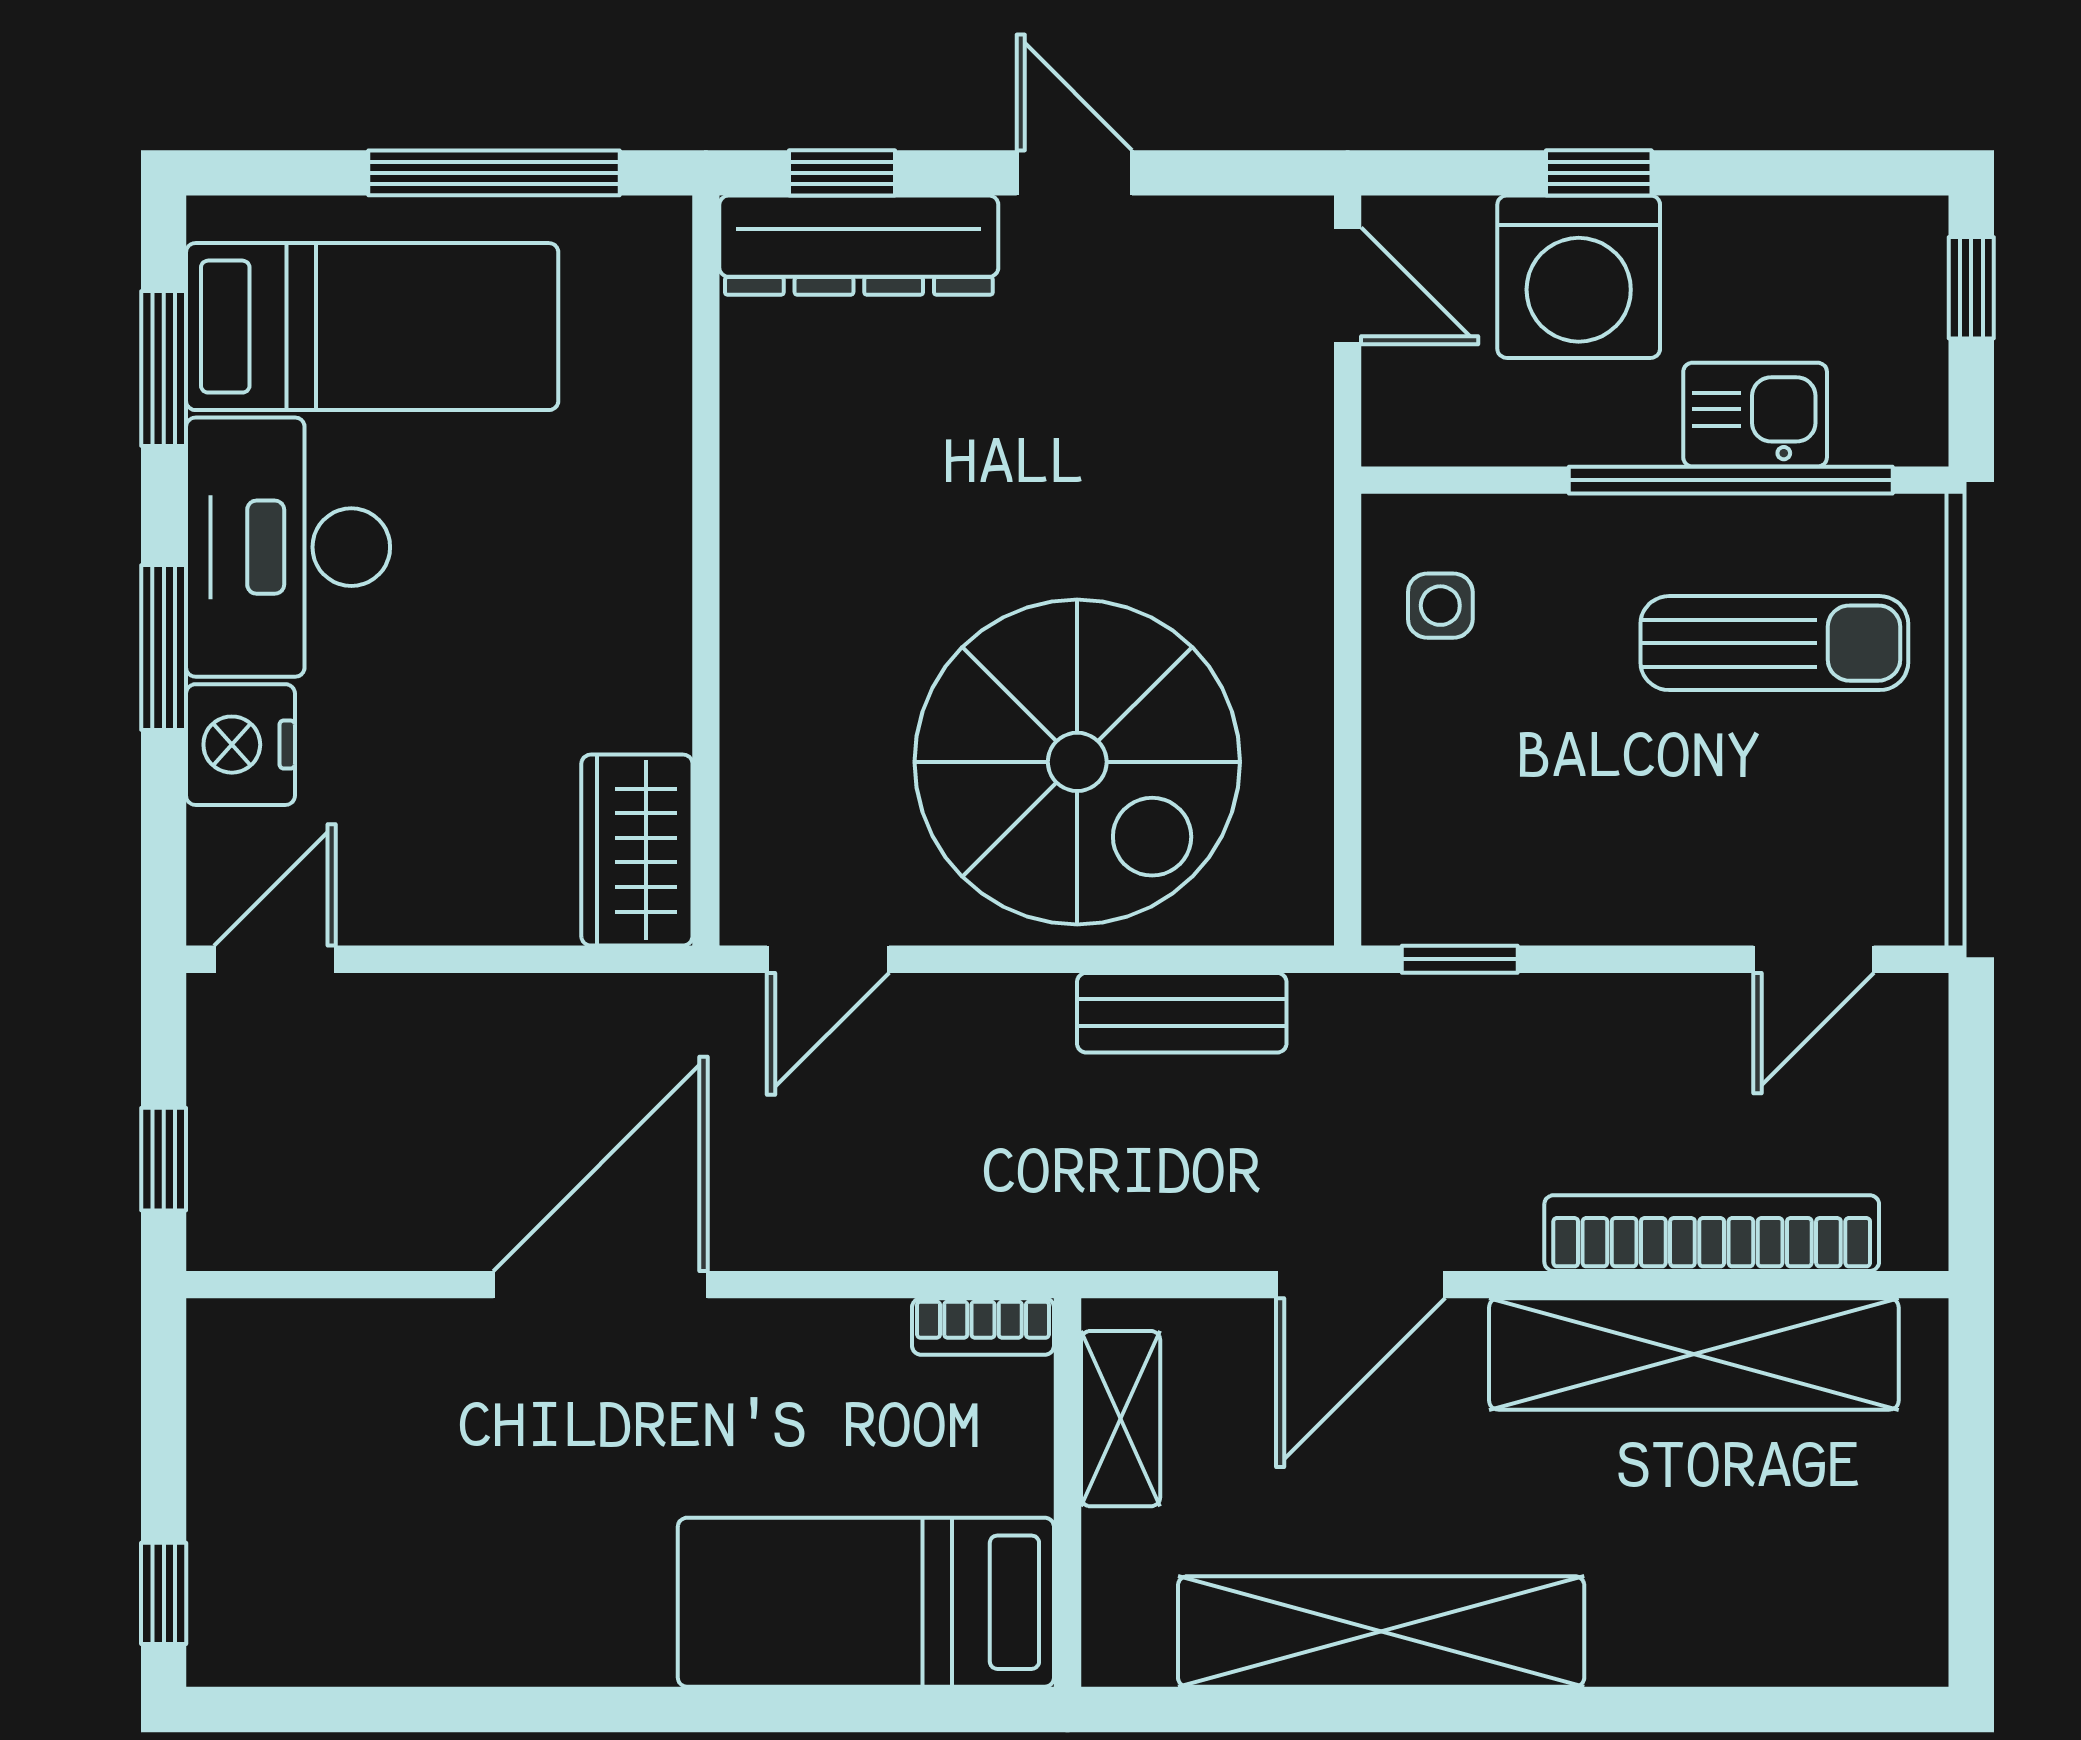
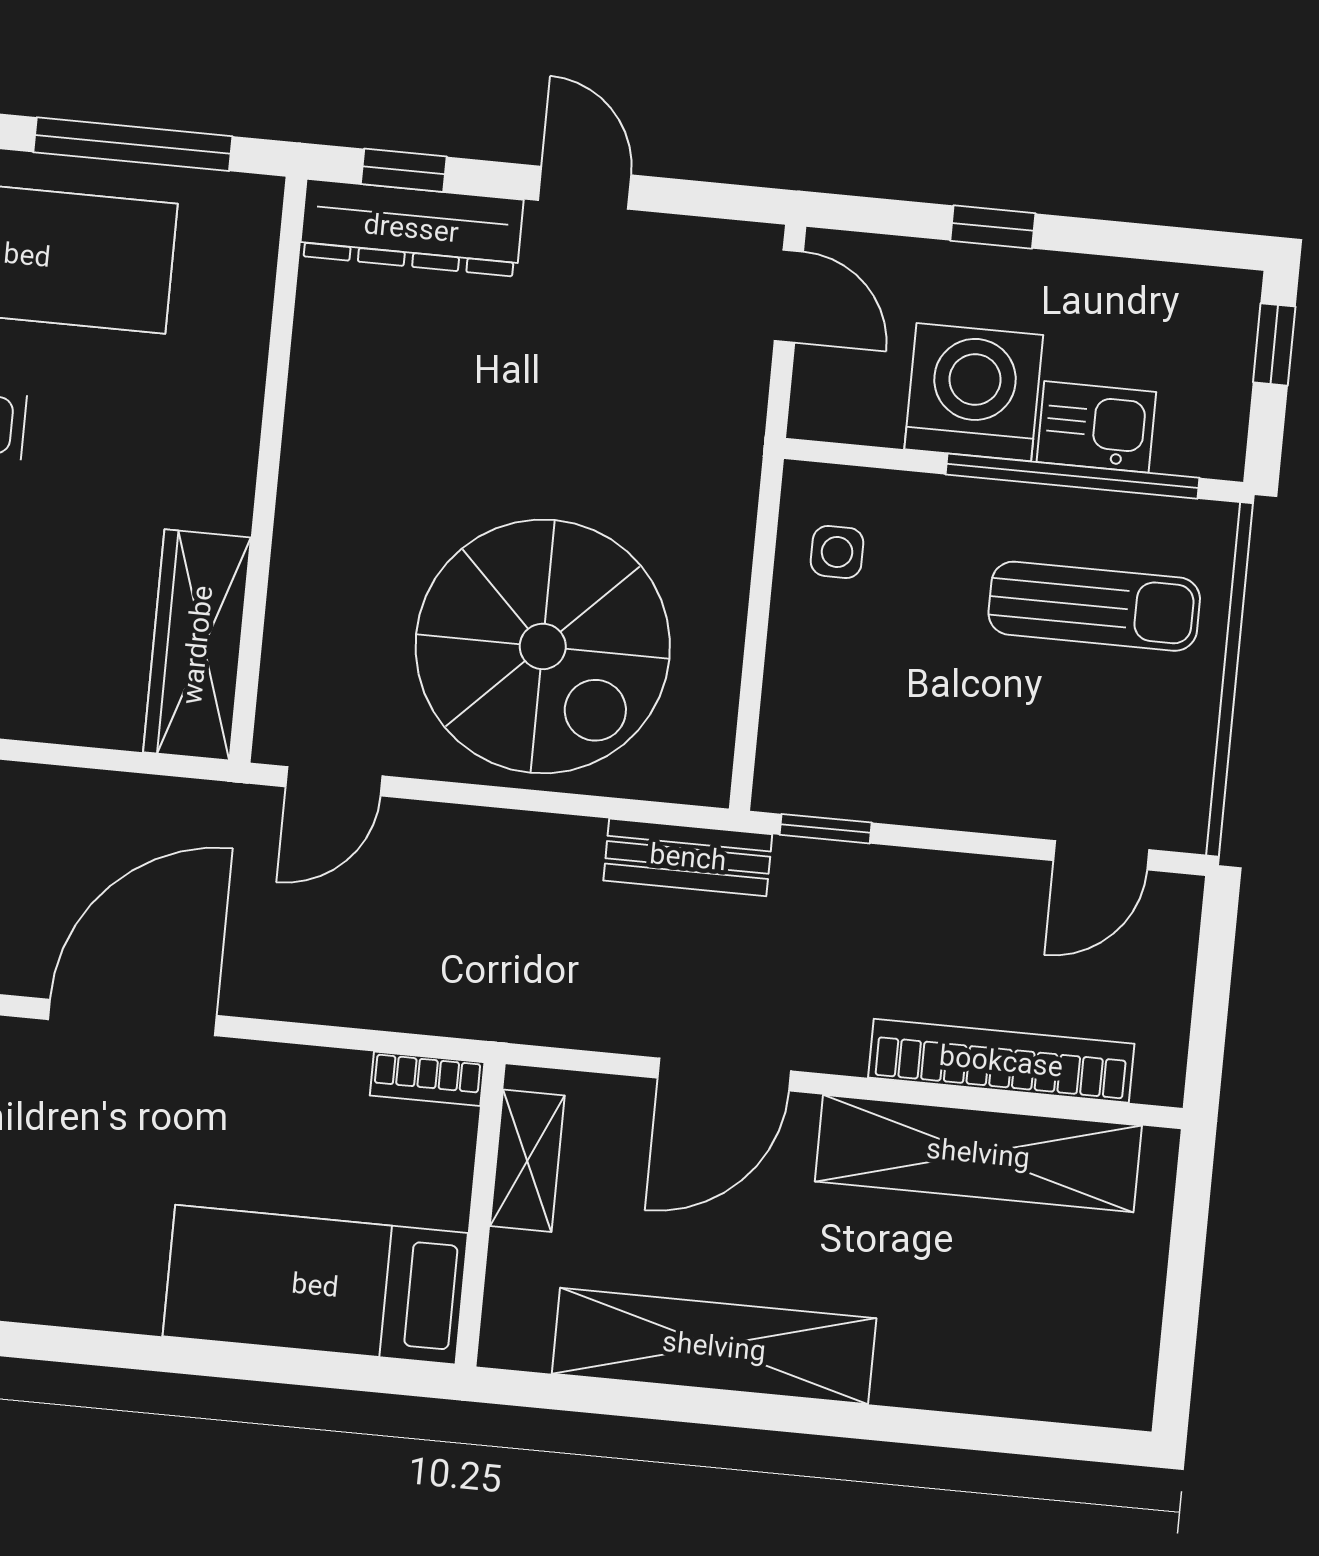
washing machine: (1579, 277) -> (974, 392), moved, turned 180
wardrobe: (637, 850) -> (197, 645), width x1.50
bench: (1182, 1013) -> (688, 857), moved

